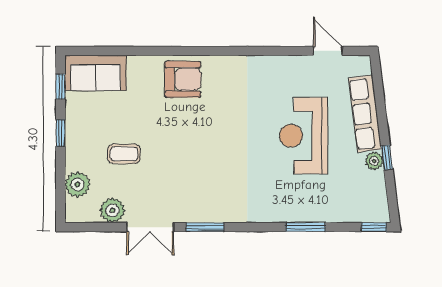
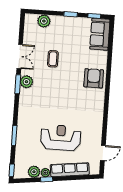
armchair: (183, 79) -> (94, 78), turned 180
coffee table: (124, 154) -> (53, 59), moved
plant: (374, 183) -> (34, 172), added
plant: (112, 210) -> (26, 82), moved
double door: (150, 227) -> (20, 57), swing flipped

